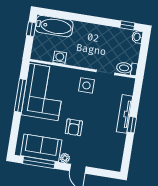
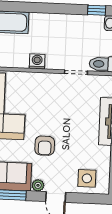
washing machine: (60, 58) -> (37, 61), moved
side table: (86, 85) -> (87, 178), moved

